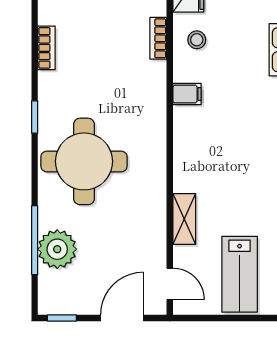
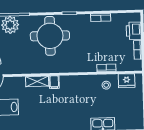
filing cabinet: (187, 94) -> (54, 82), moved
shelving: (184, 219) -> (37, 81), moved

